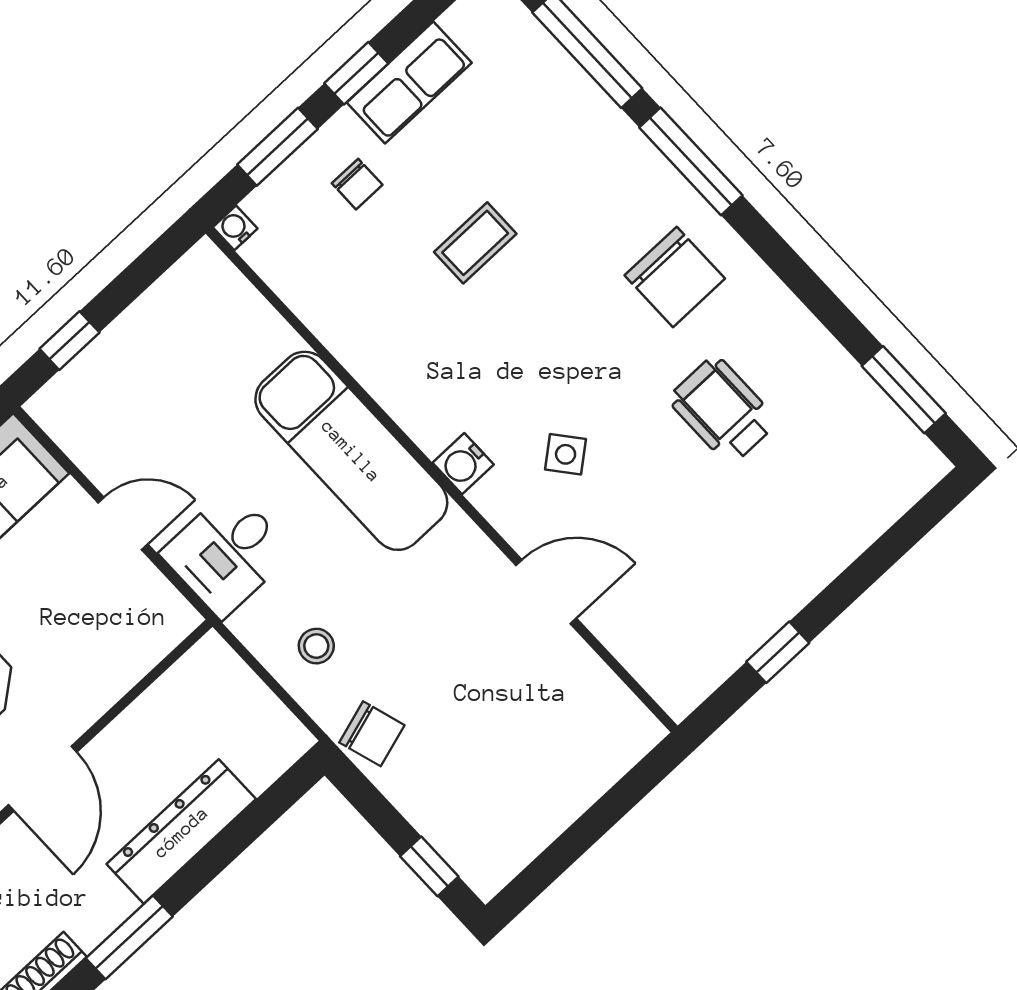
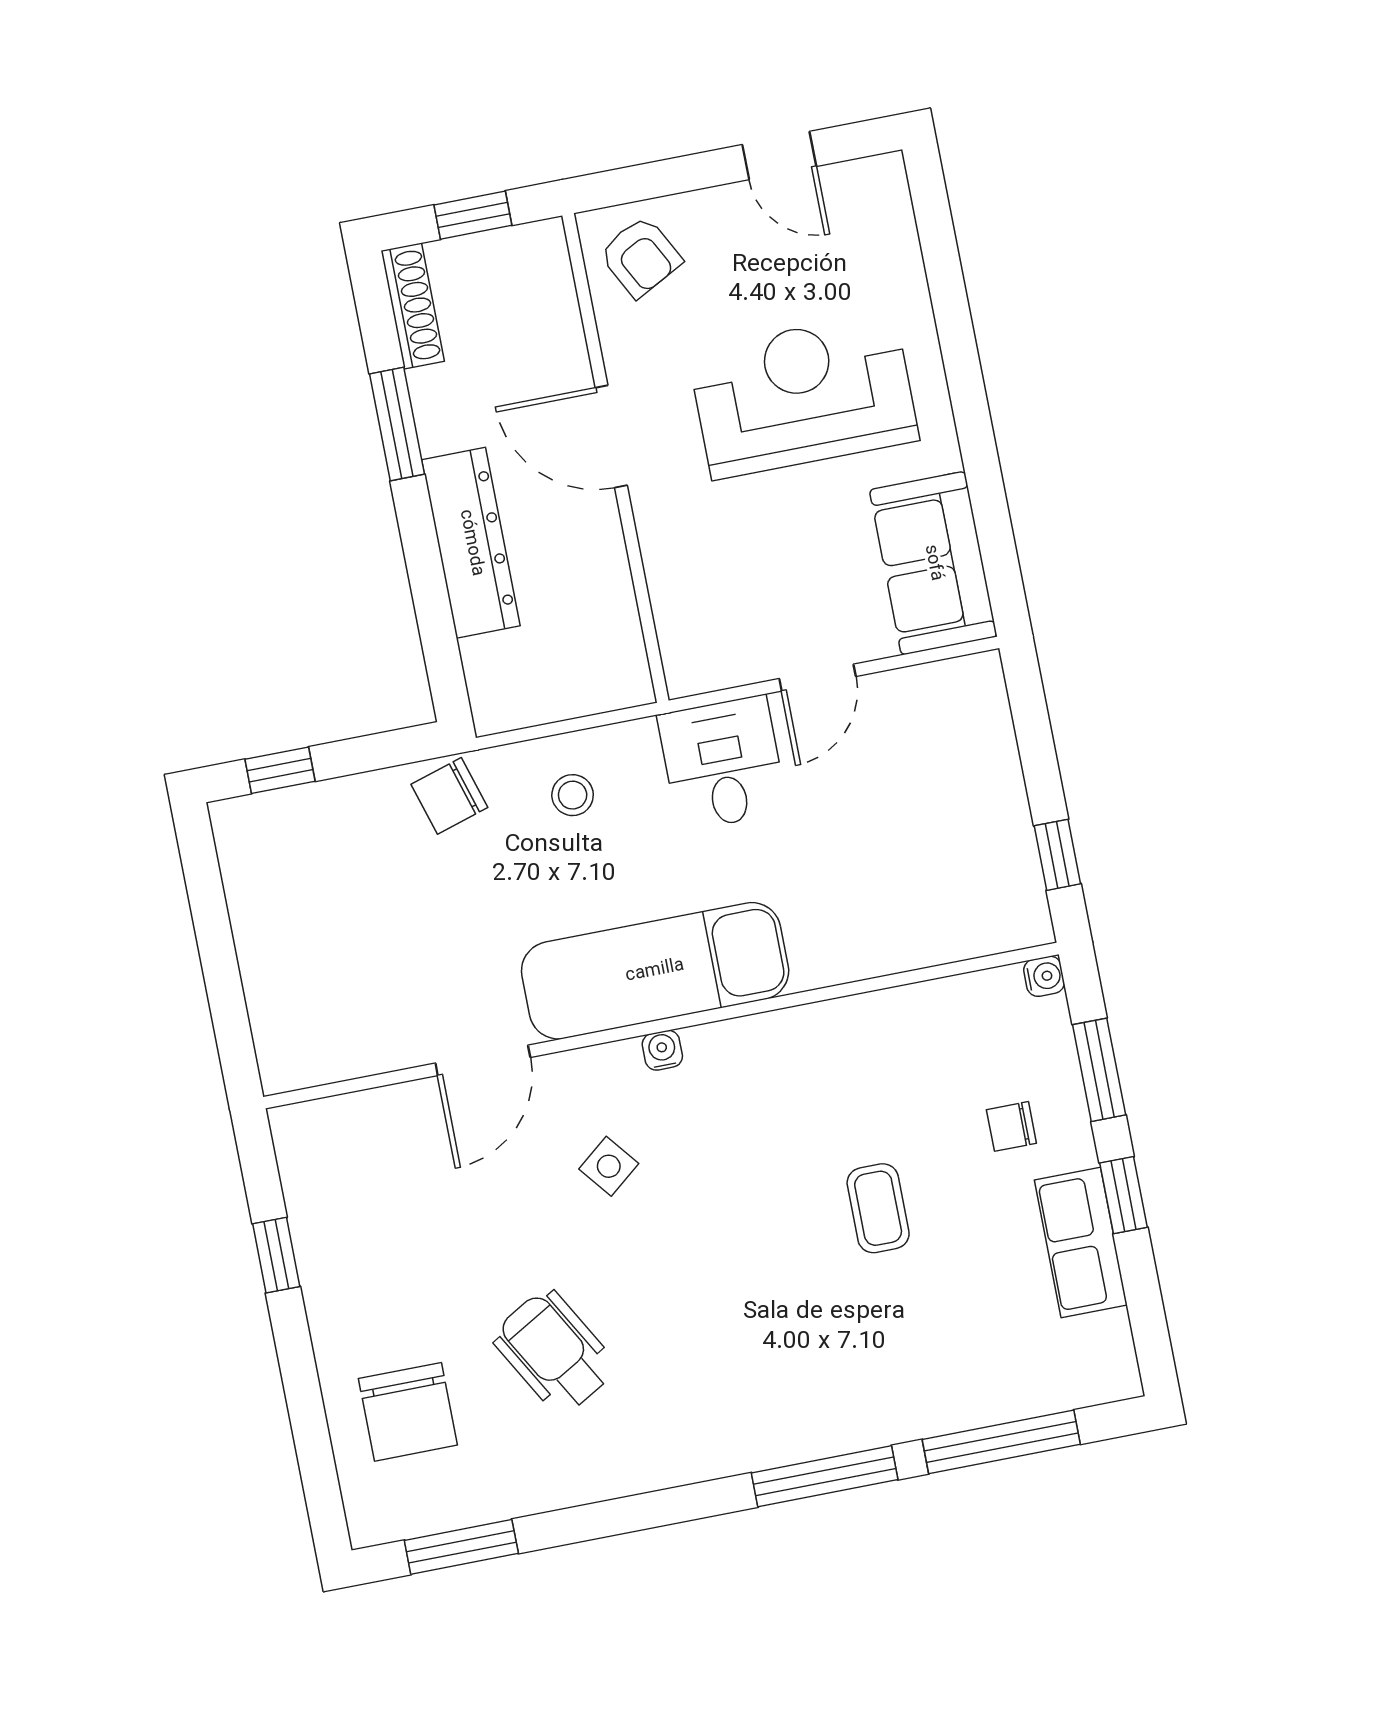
chair: (675, 277) -> (408, 1412), moved, turned -90
window: (69, 341) -> (1057, 855), moved
wheelchair: (723, 410) -> (554, 1352), turned -120
exam couch: (351, 451) -> (655, 971), moved
water cooler: (463, 464) -> (662, 1050), width x0.72, depth x0.72

